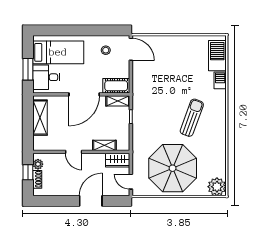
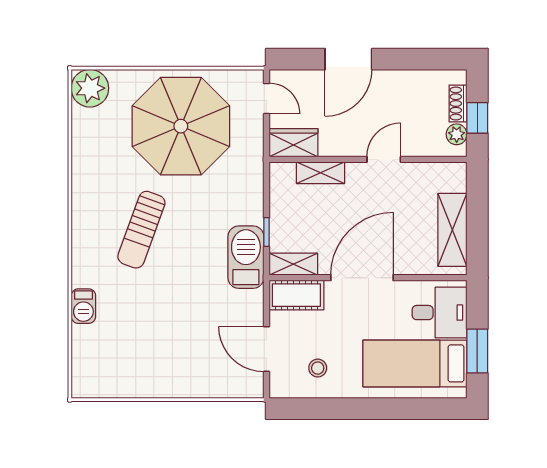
door: (131, 49) -> (266, 349), moved
barbecue: (217, 56) -> (246, 257), moved, turned 180
window: (28, 69) -> (477, 351), moved
door: (74, 152) -> (384, 159), hinge flipped

